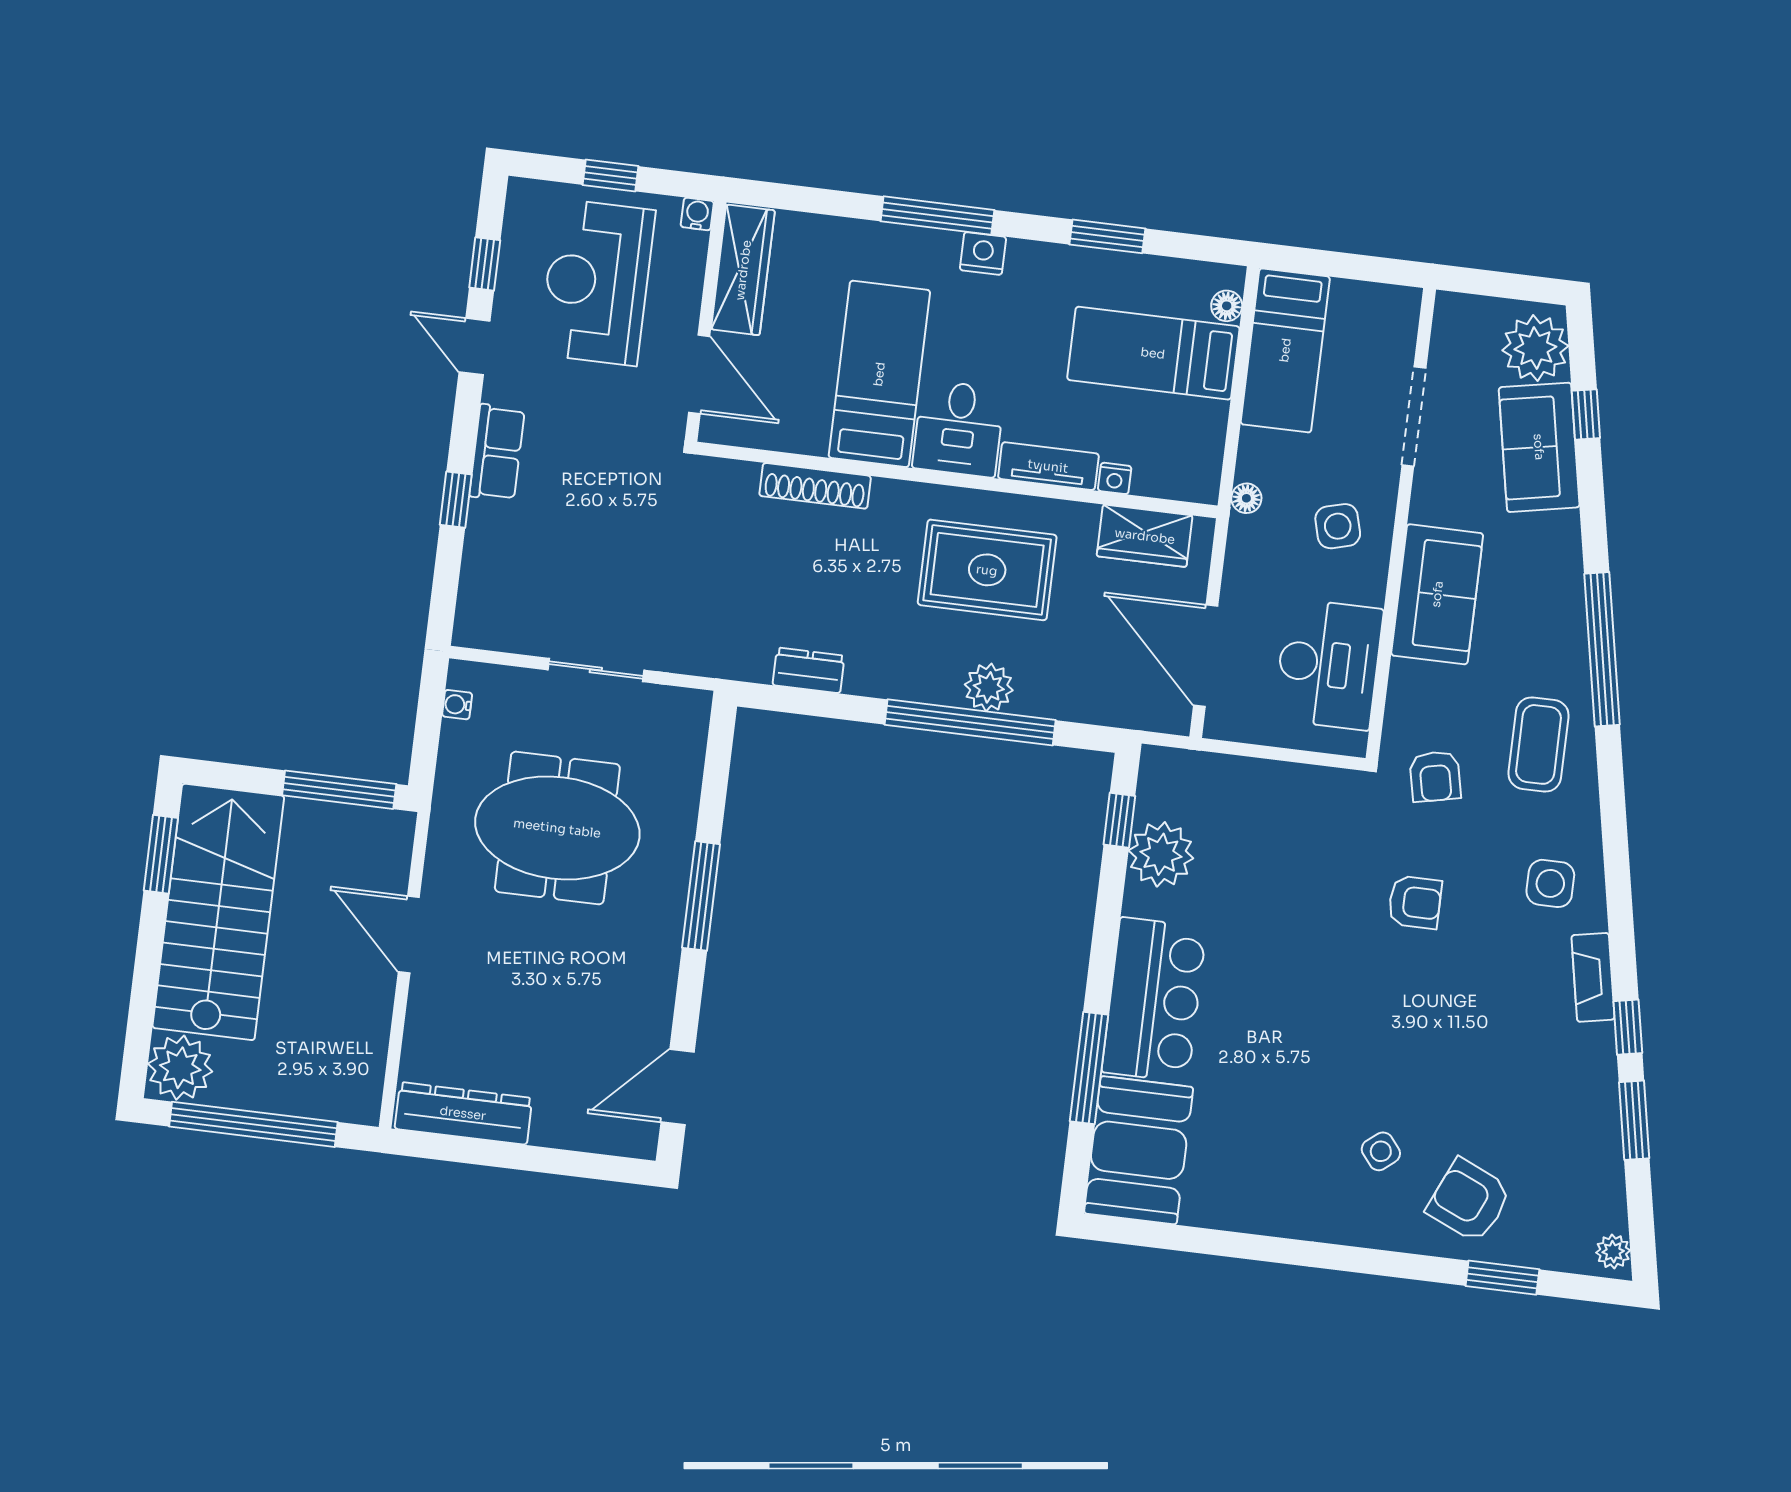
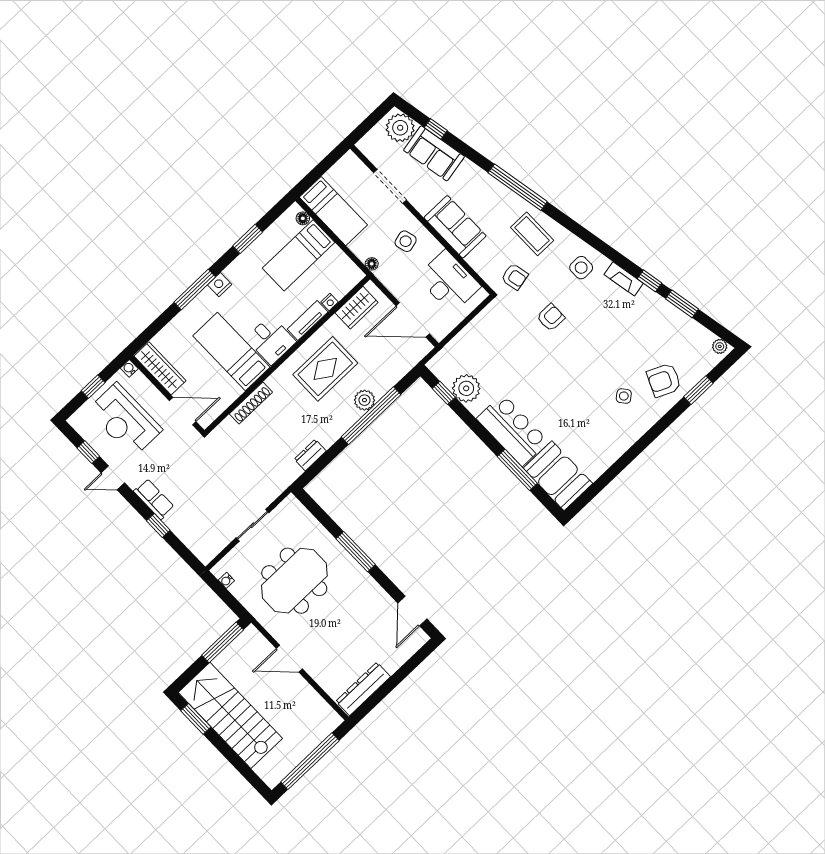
plant: (180, 1068) -> (271, 770), removed

